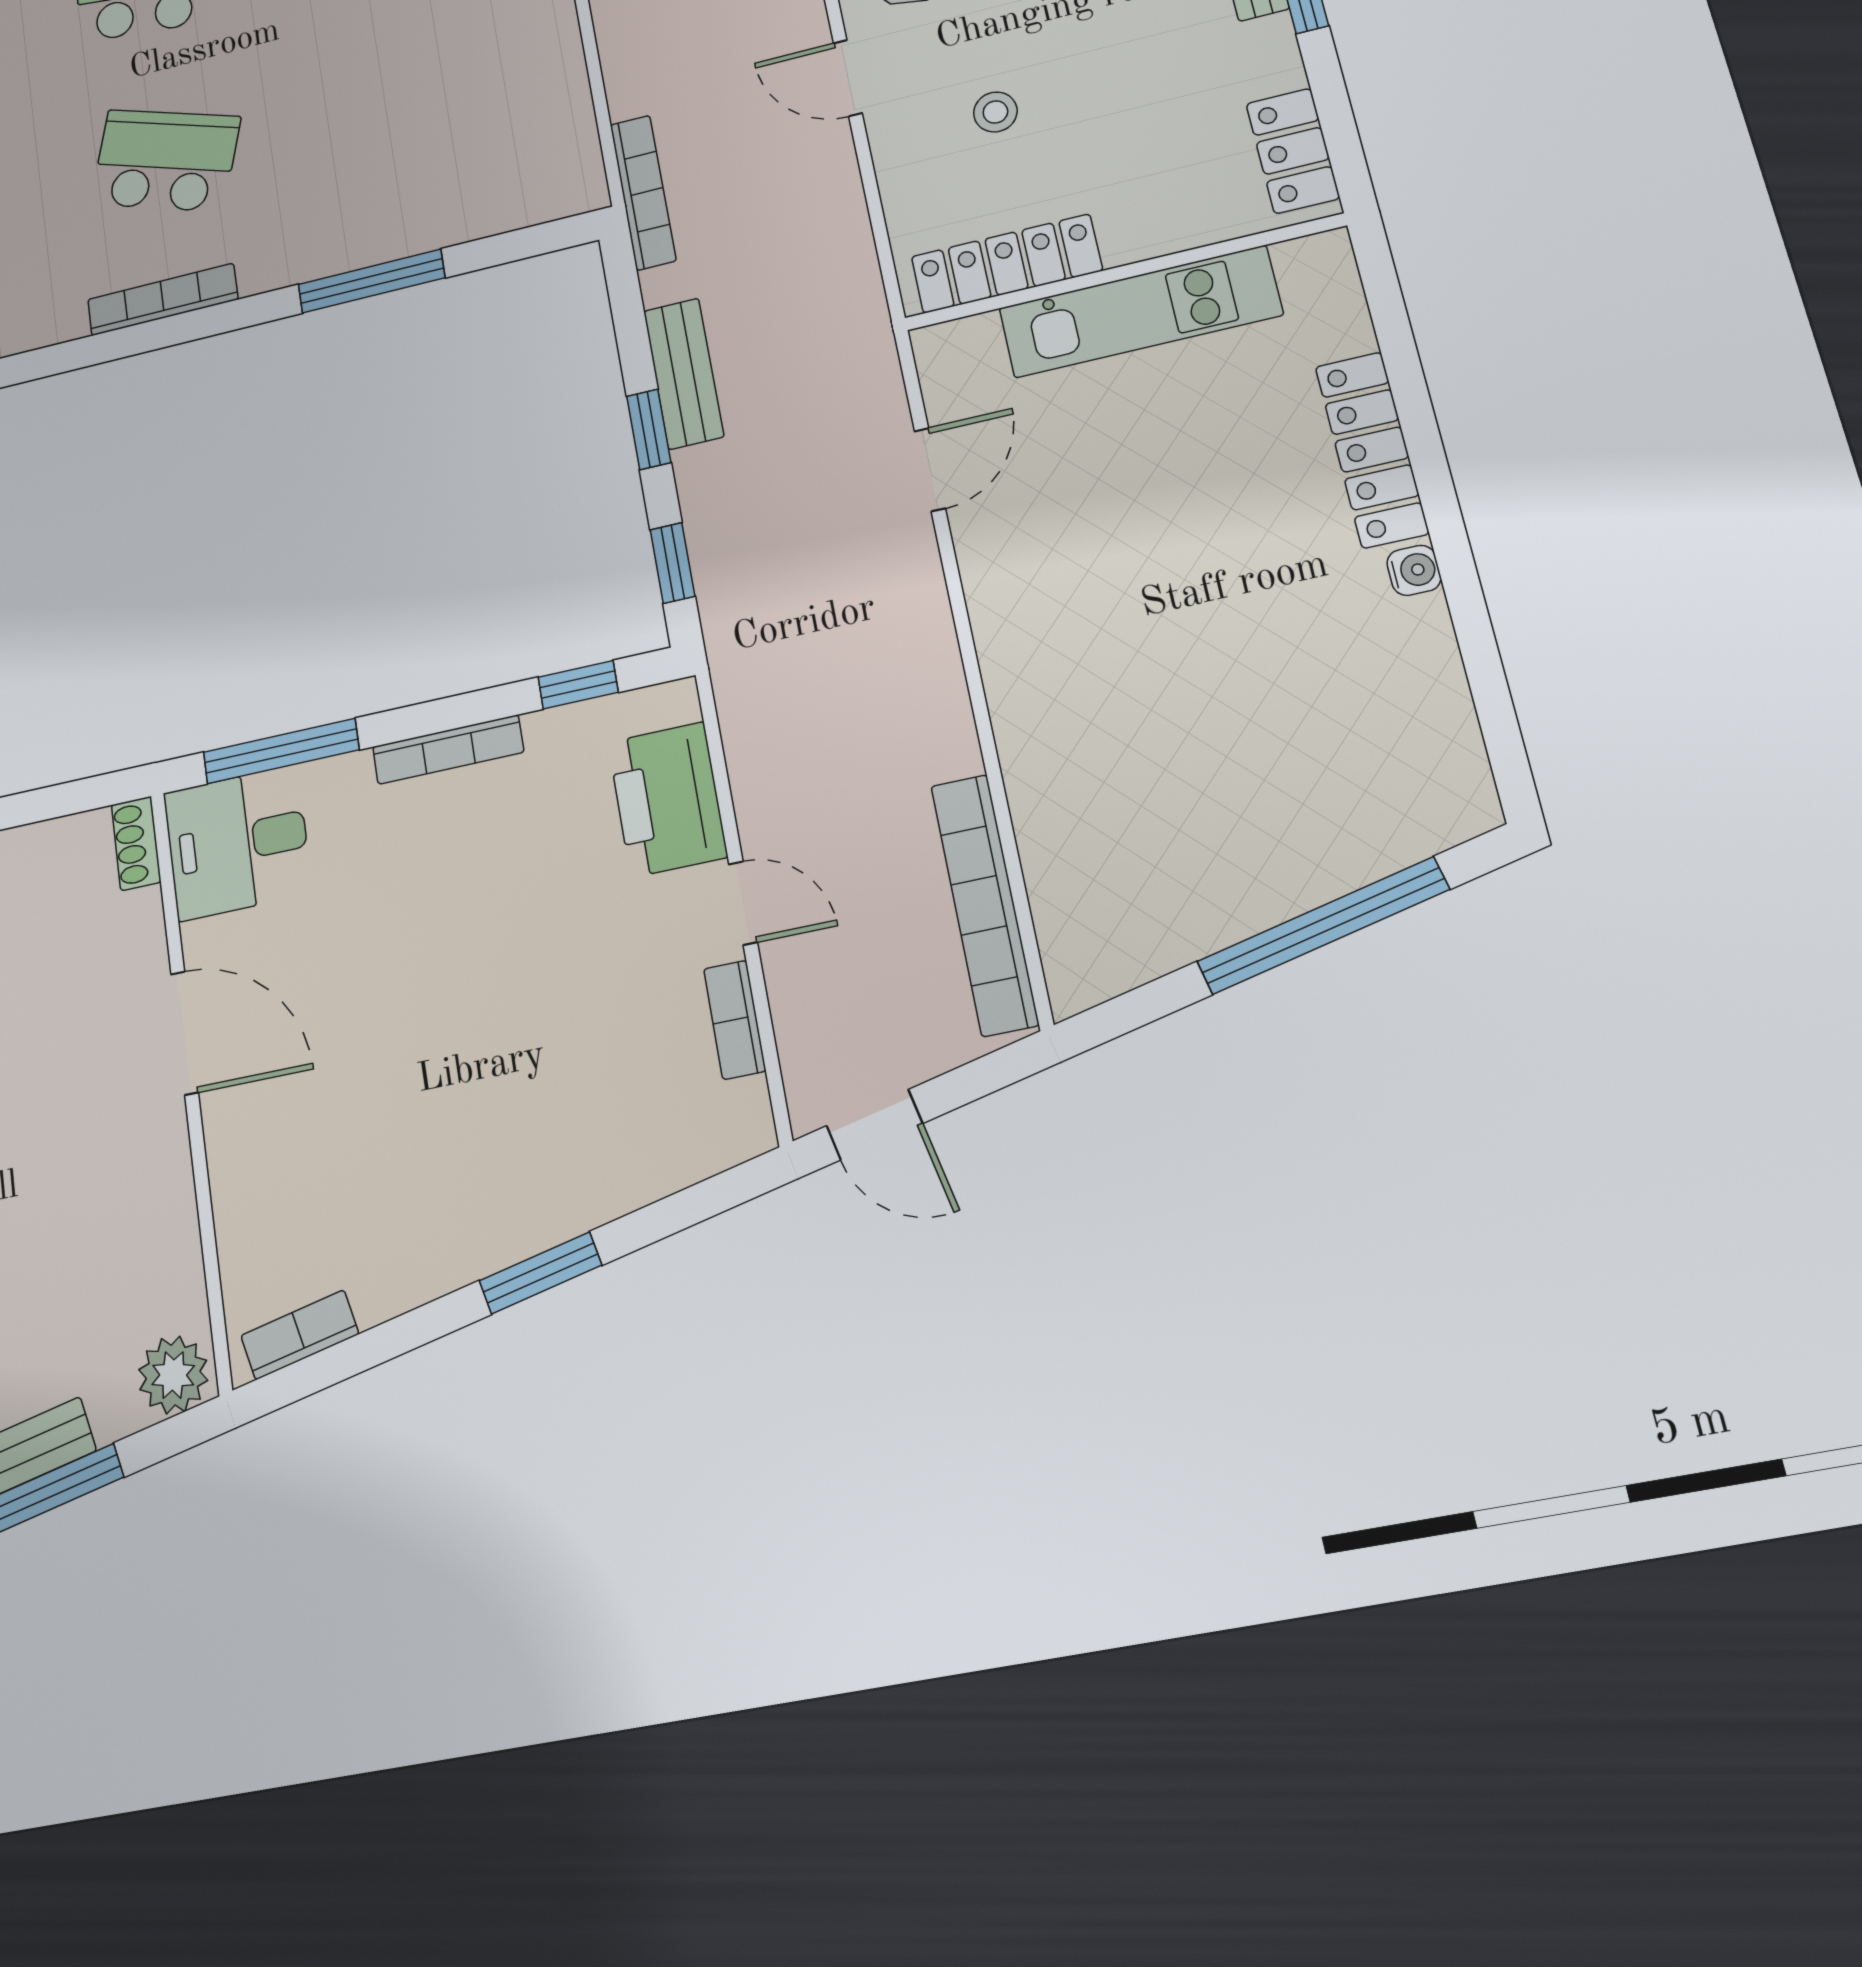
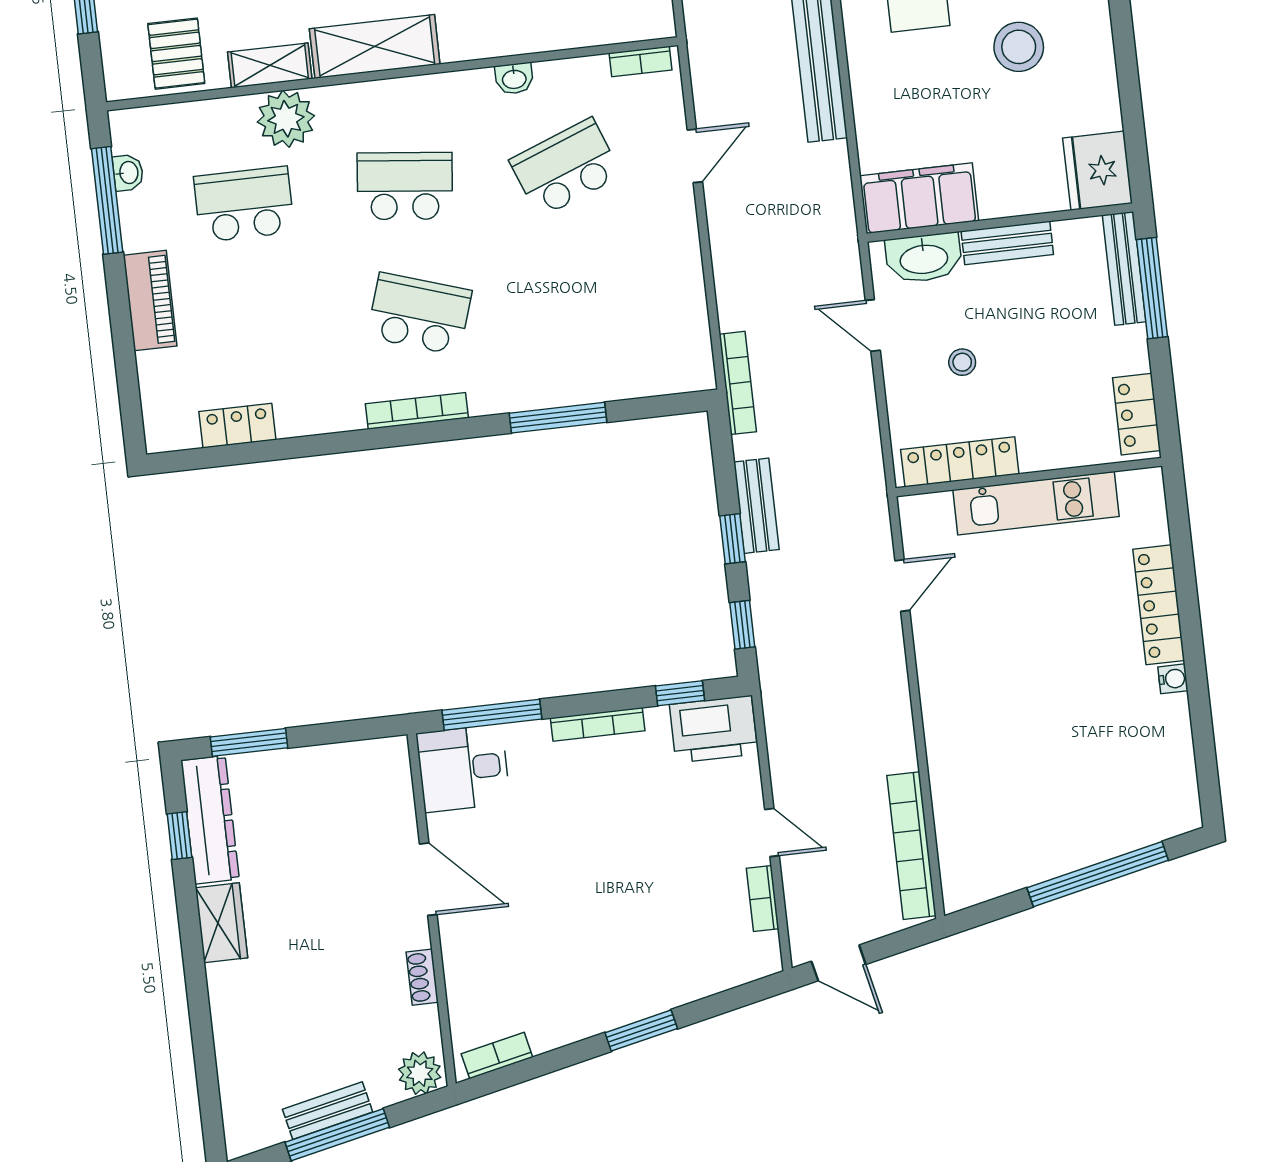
printer: (667, 799) -> (714, 729), moved, turned -90
shoe rack: (136, 843) -> (422, 977), moved

